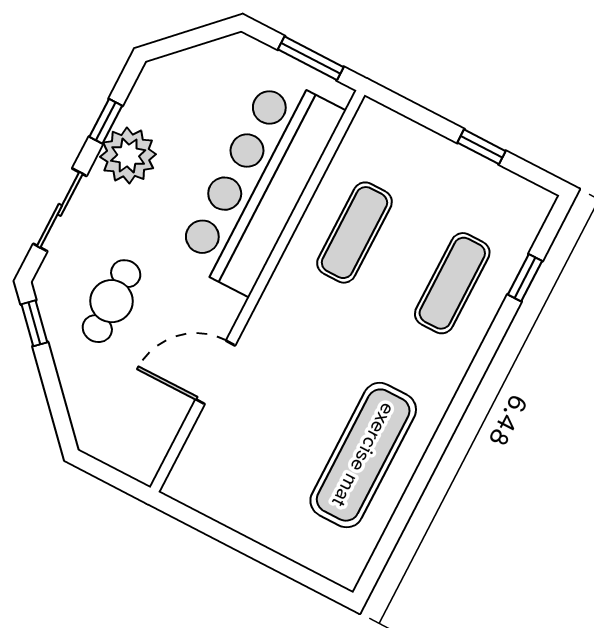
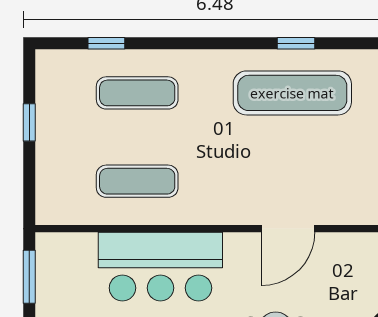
bar counter: (259, 184) -> (160, 267), width x0.73
door: (215, 372) -> (288, 229), hinge flipped
window: (416, 488) -> (296, 43), added

